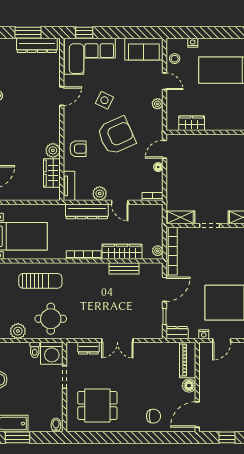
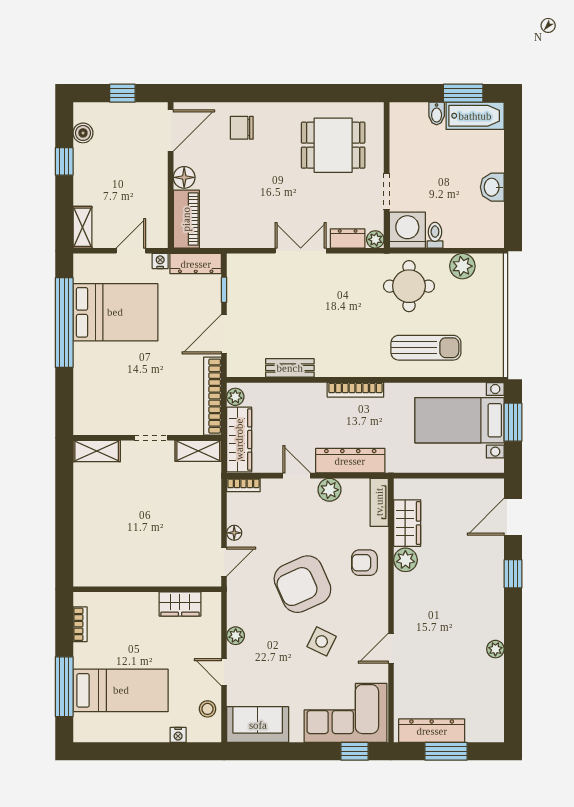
wardrobe: (122, 252) -> (239, 439), moved, turned -90
sun lounger: (40, 281) -> (426, 348), turned 180
dresser: (177, 333) -> (196, 264), width x1.44
plant: (71, 347) -> (375, 239), added
bidet: (56, 425) -> (437, 113), moved

